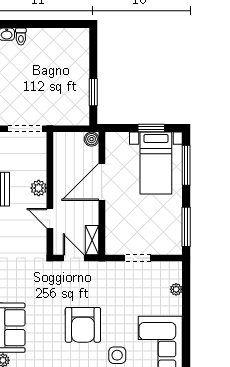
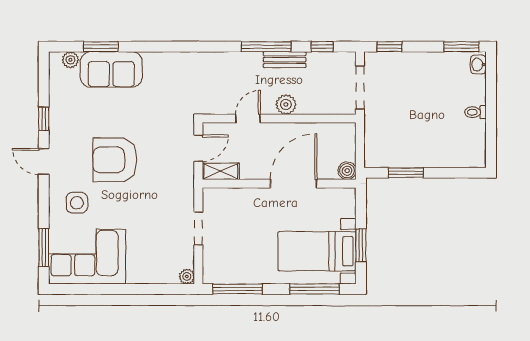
toilet: (21, 37) -> (475, 112), moved
door: (102, 182) -> (294, 184), hinge flipped
plant: (176, 289) -> (187, 276), moved

